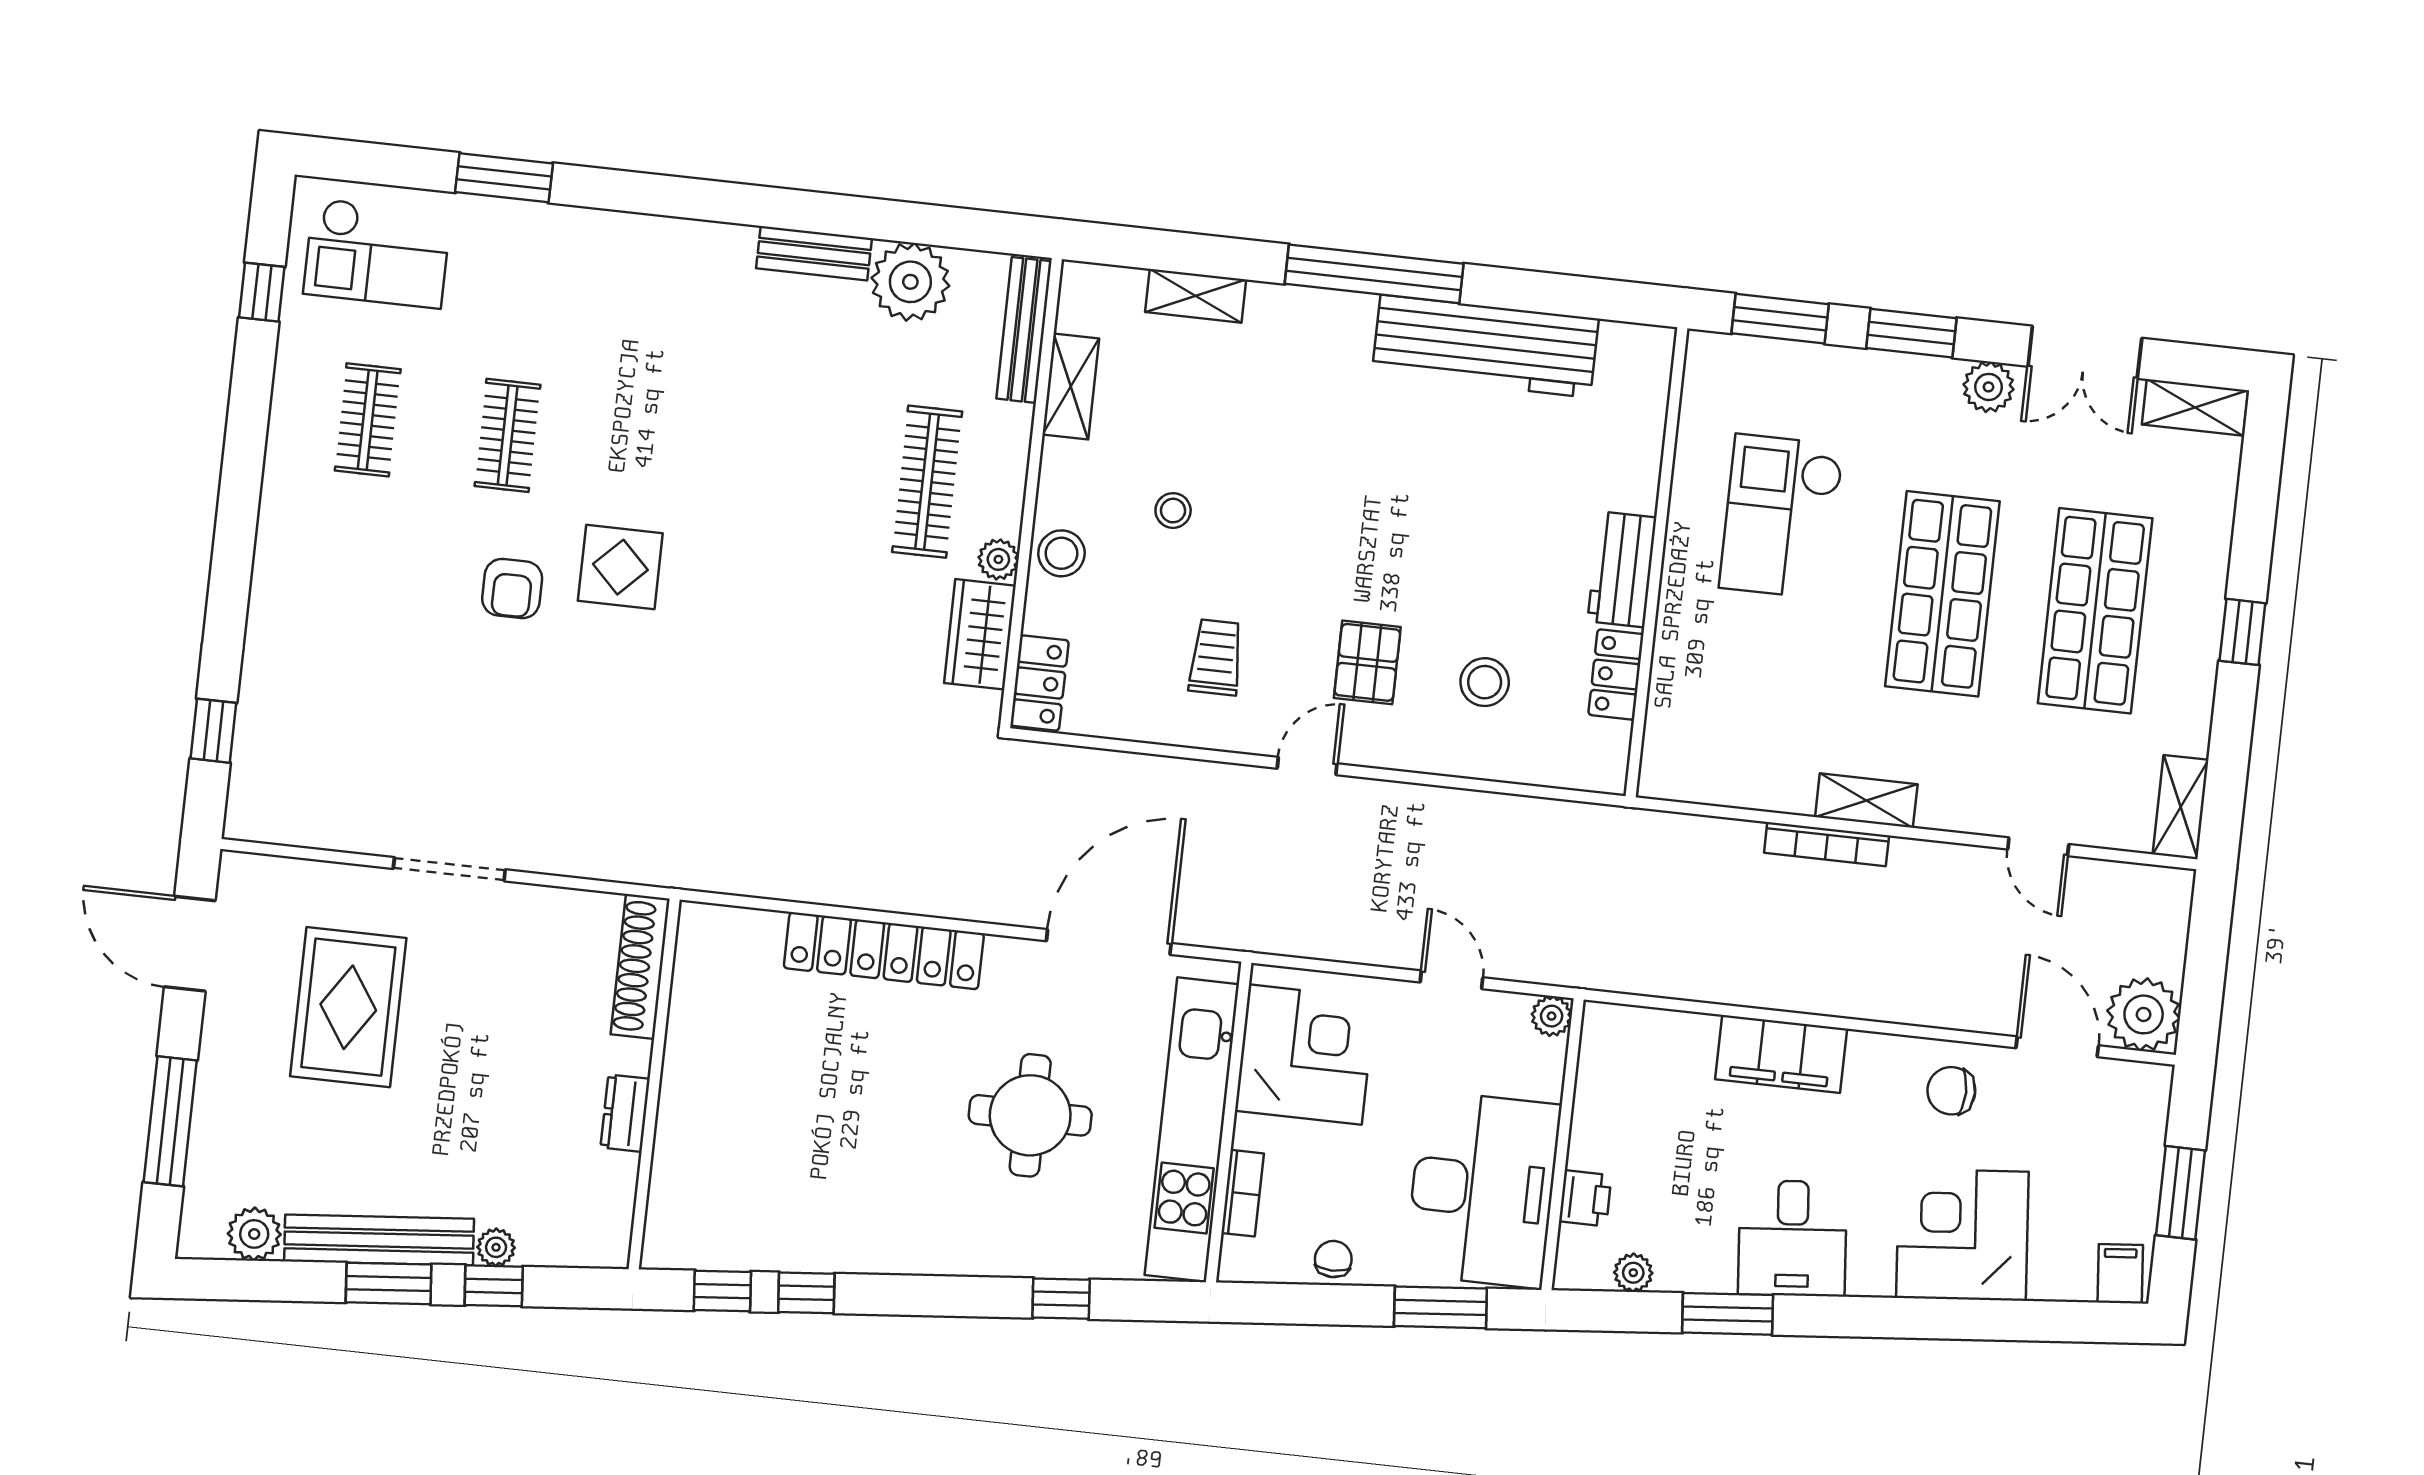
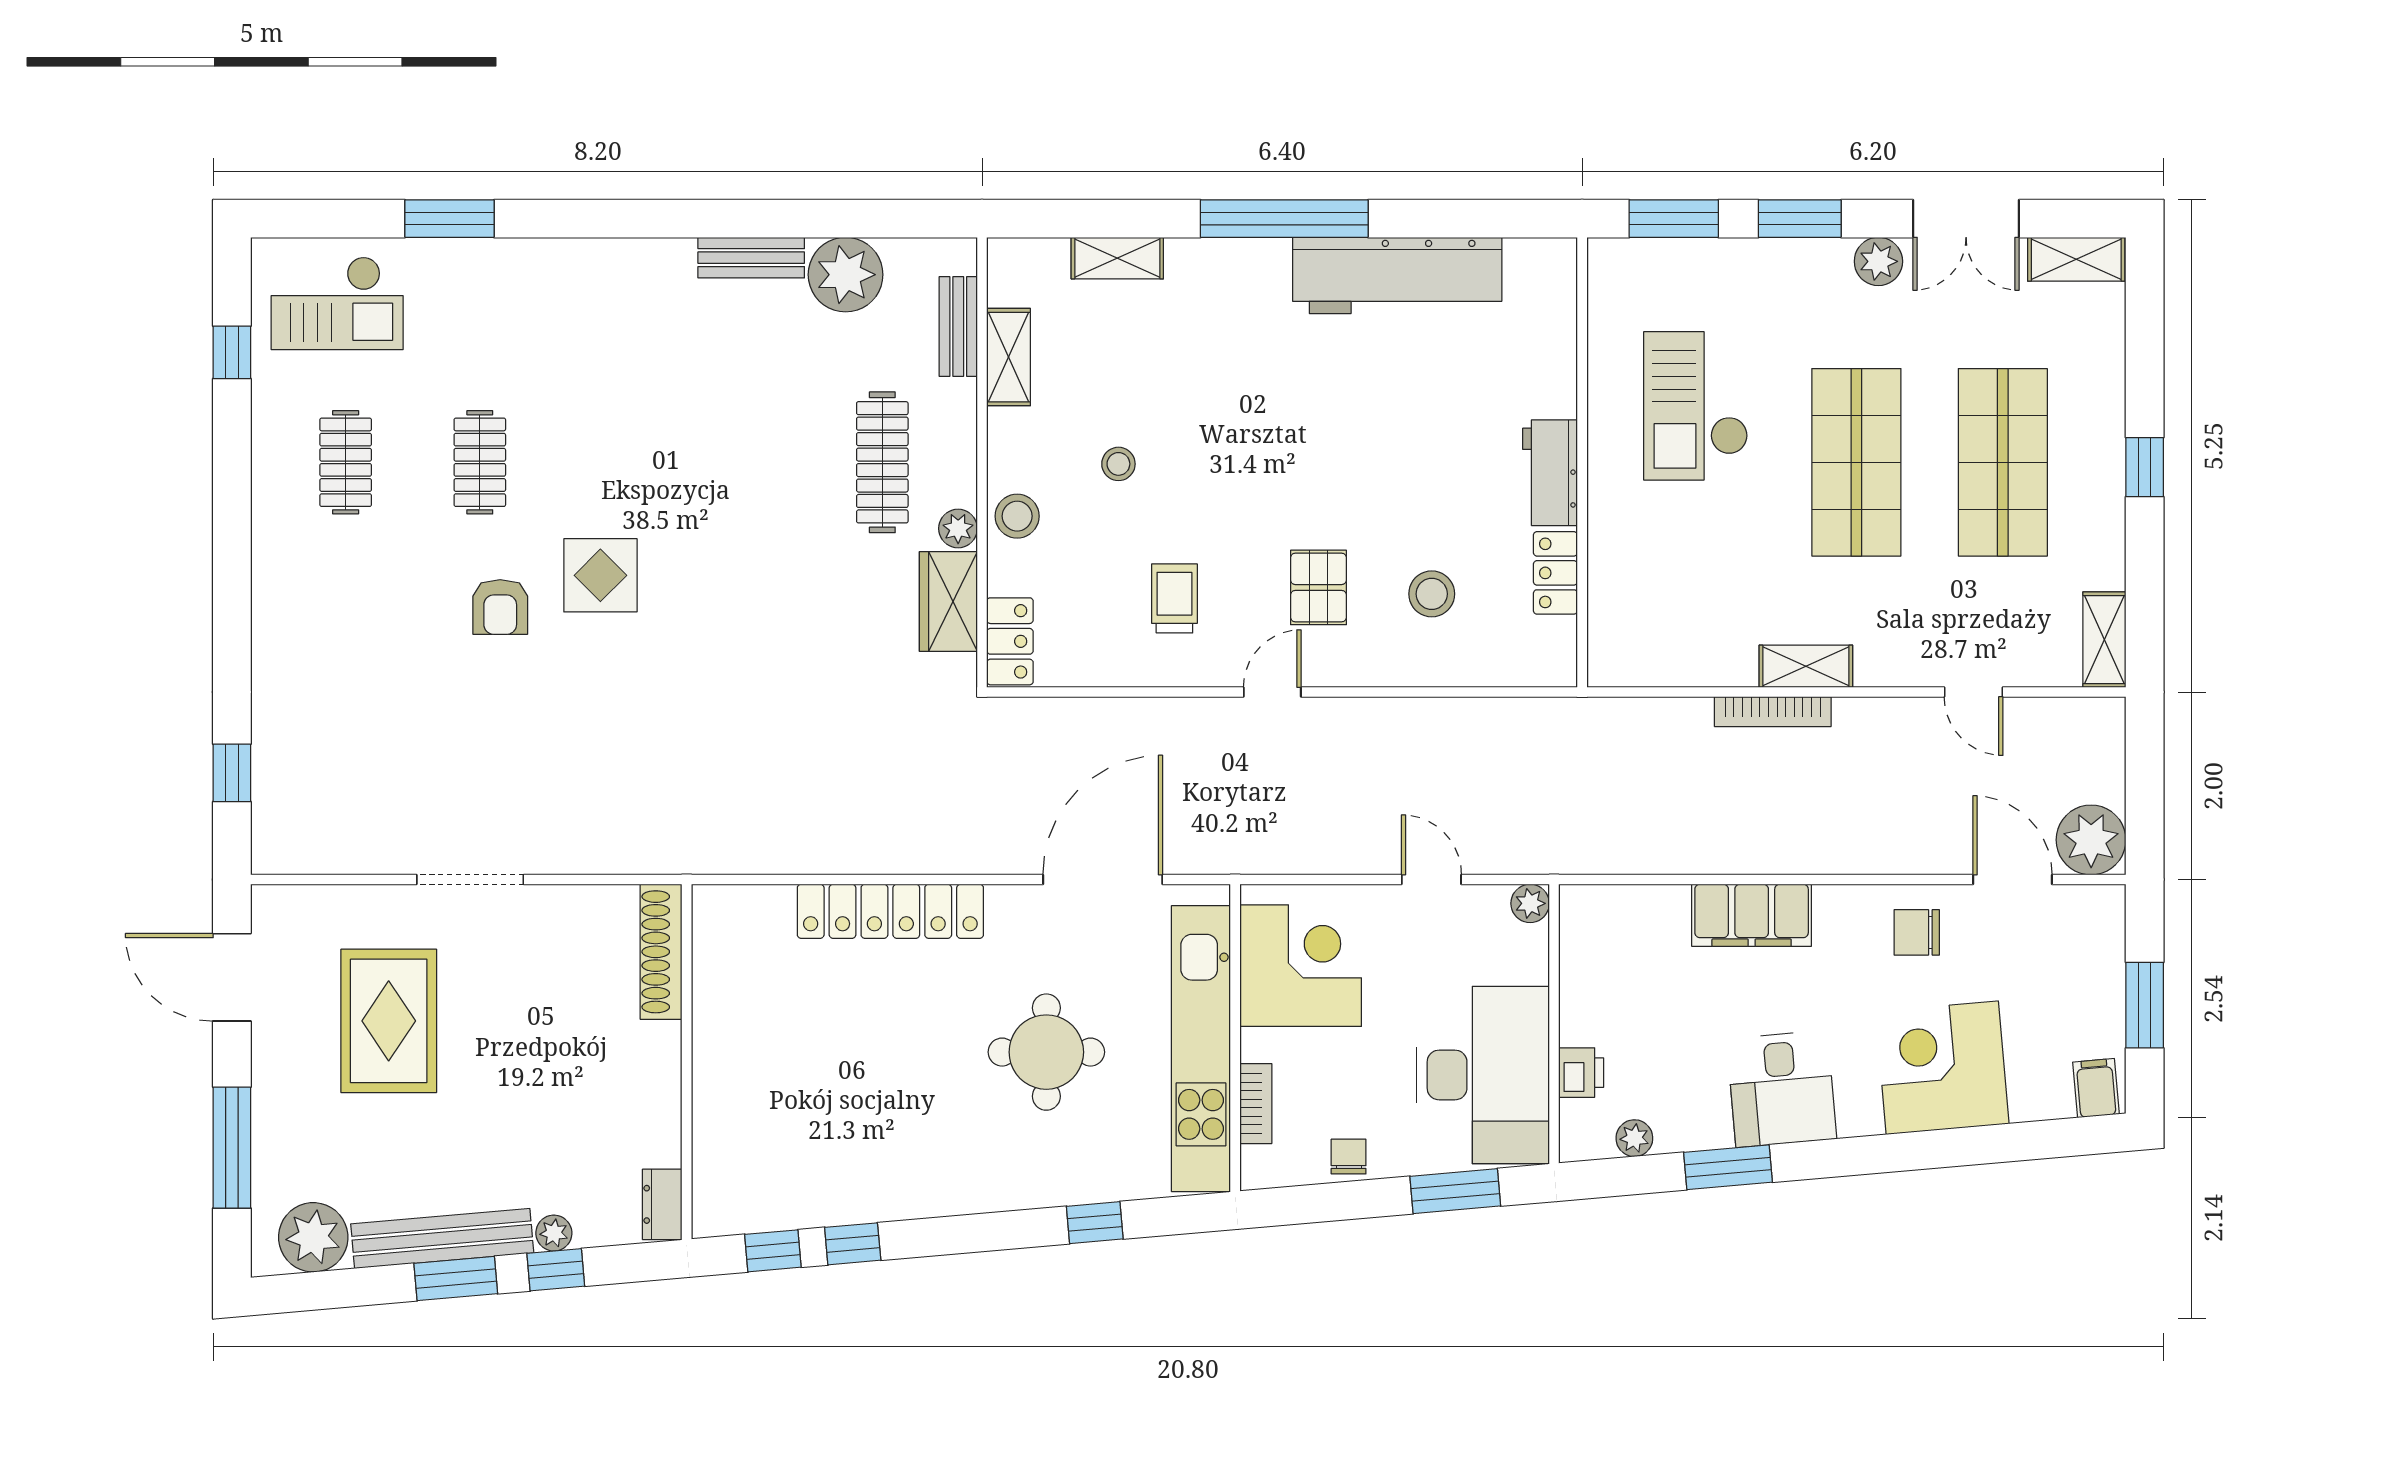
bench: (1024, 330) -> (958, 327), width x0.73
dresser: (625, 1113) -> (662, 1204), moved
plant: (254, 1234) -> (313, 1237), width x1.36, depth x1.36

